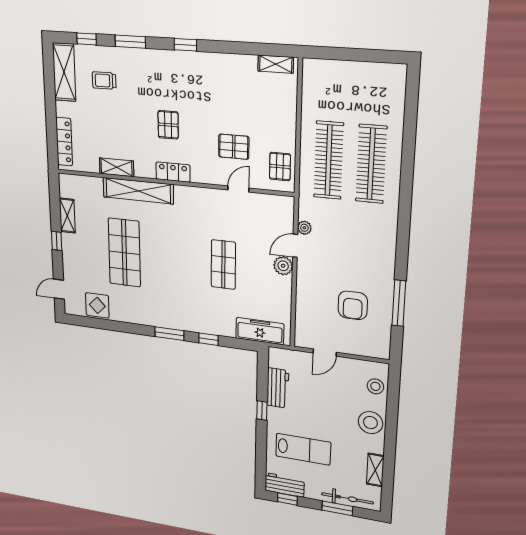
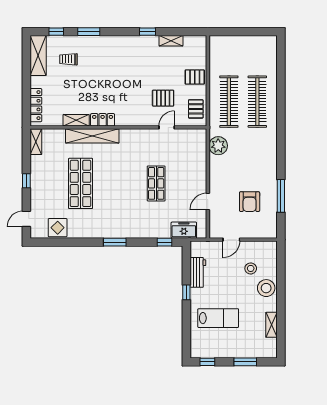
window: (185, 45) -> (148, 32), moved
shelving: (276, 64) -> (171, 41), moved
pallet: (168, 125) -> (195, 77), moved, turned 90
locker: (173, 172) -> (103, 120), moved
shelving: (67, 216) -> (36, 142), moved
plant: (304, 228) -> (218, 146), width x1.88, depth x1.88
door: (295, 246) -> (208, 202), moved
plant: (283, 266) -> (200, 179), removed
freezer: (260, 331) -> (184, 230), width x0.71
window: (208, 339) -> (165, 242), moved
stool: (375, 386) -> (251, 268), moved
workbench: (285, 485) -> (205, 350), removed
bicycle: (347, 498) -> (252, 352), removed

